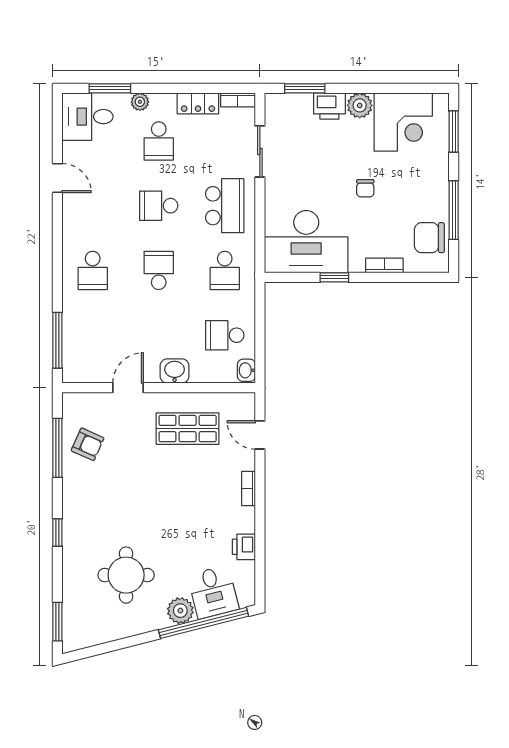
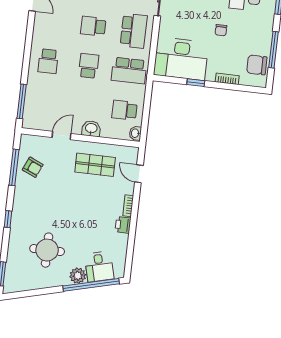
school desk: (225, 270) -> (129, 71), width x1.85
printer: (244, 547) -> (123, 225), moved

